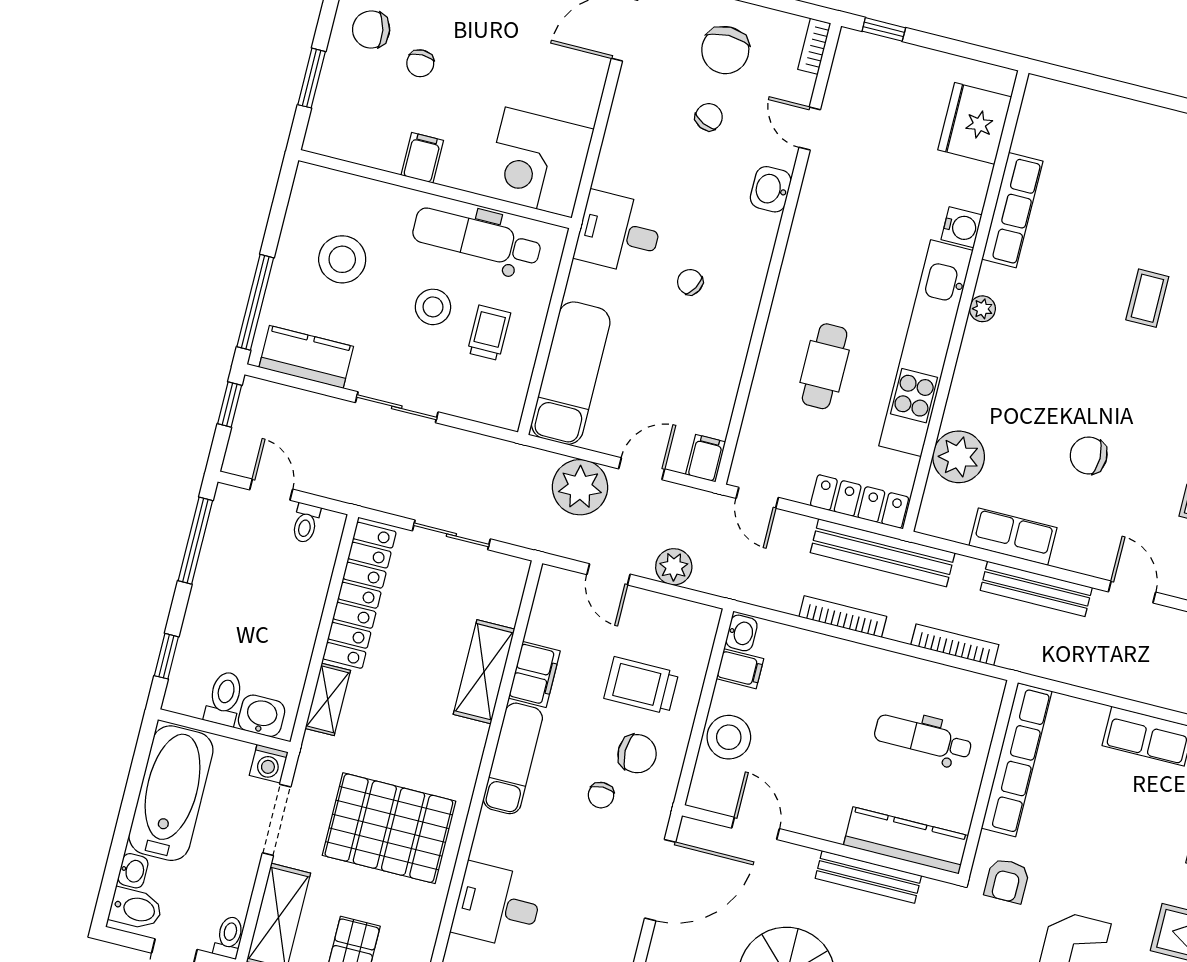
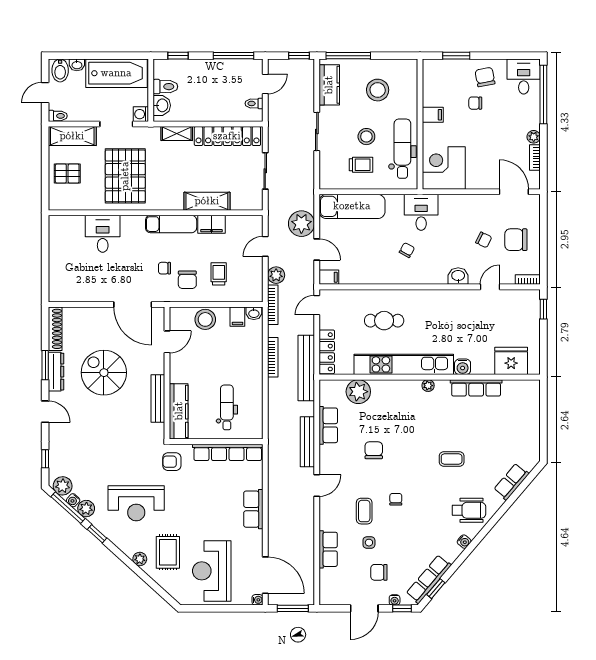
bookcase: (955, 645) -> (273, 305), moved
trolley: (641, 686) -> (219, 274), width x0.73, depth x0.72

